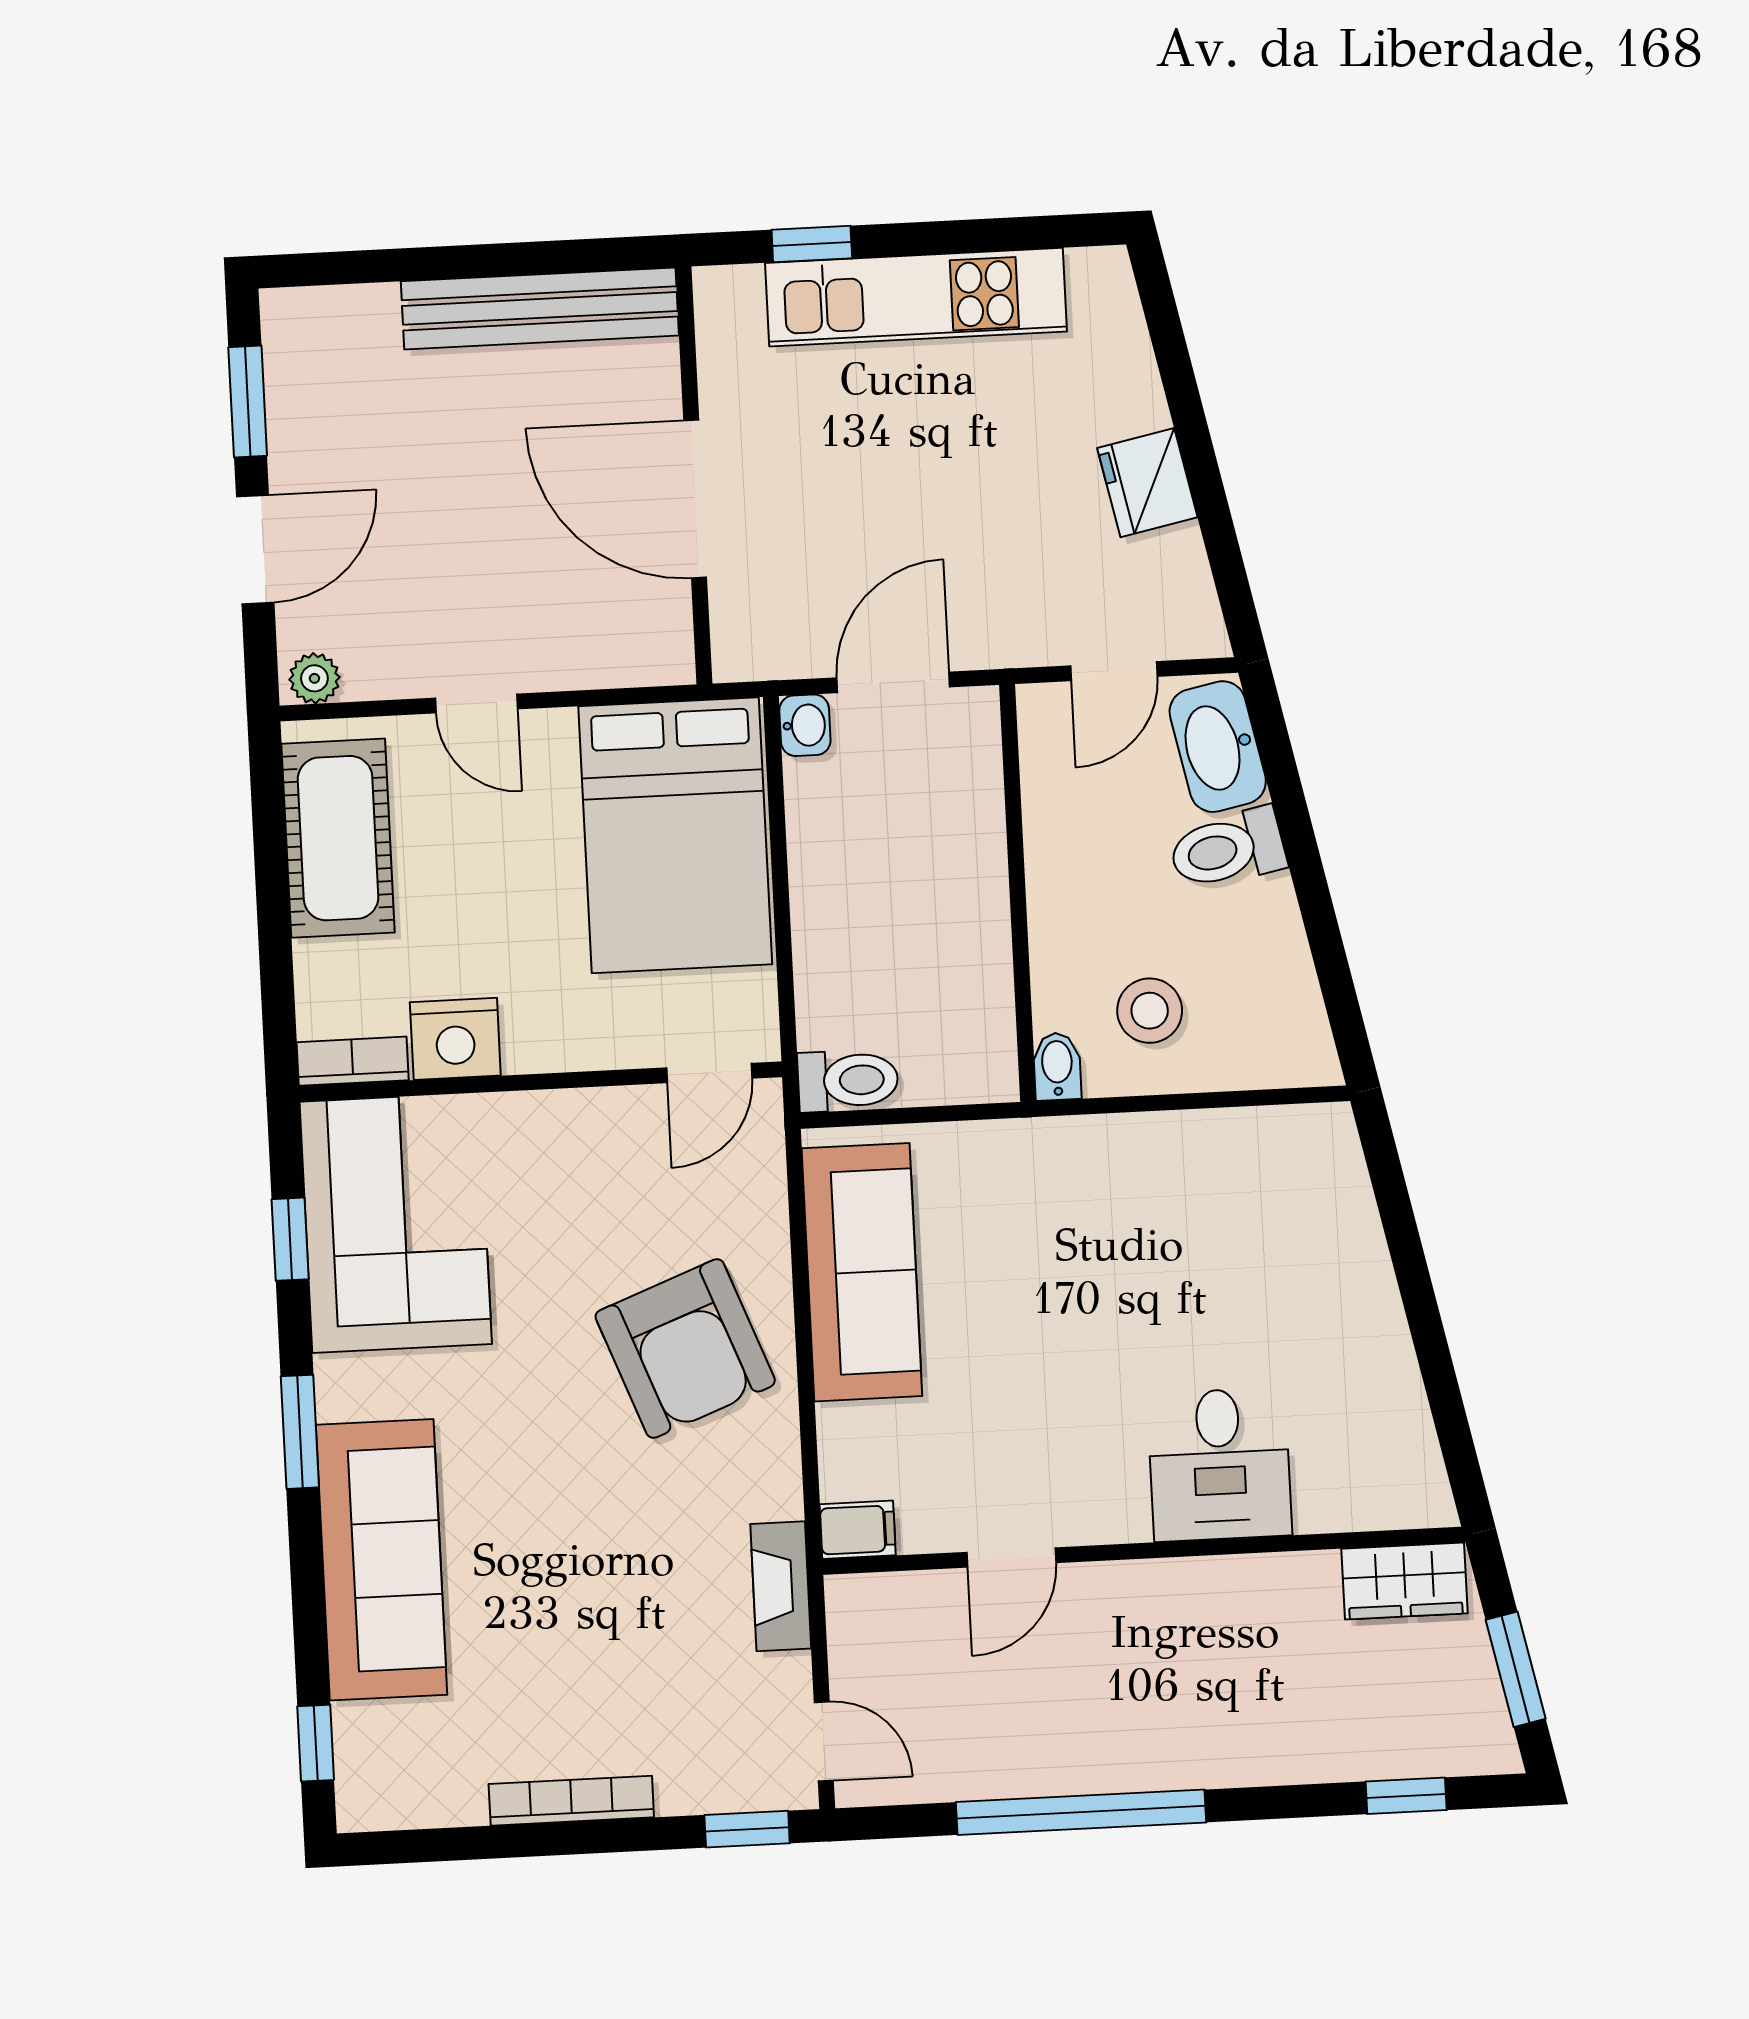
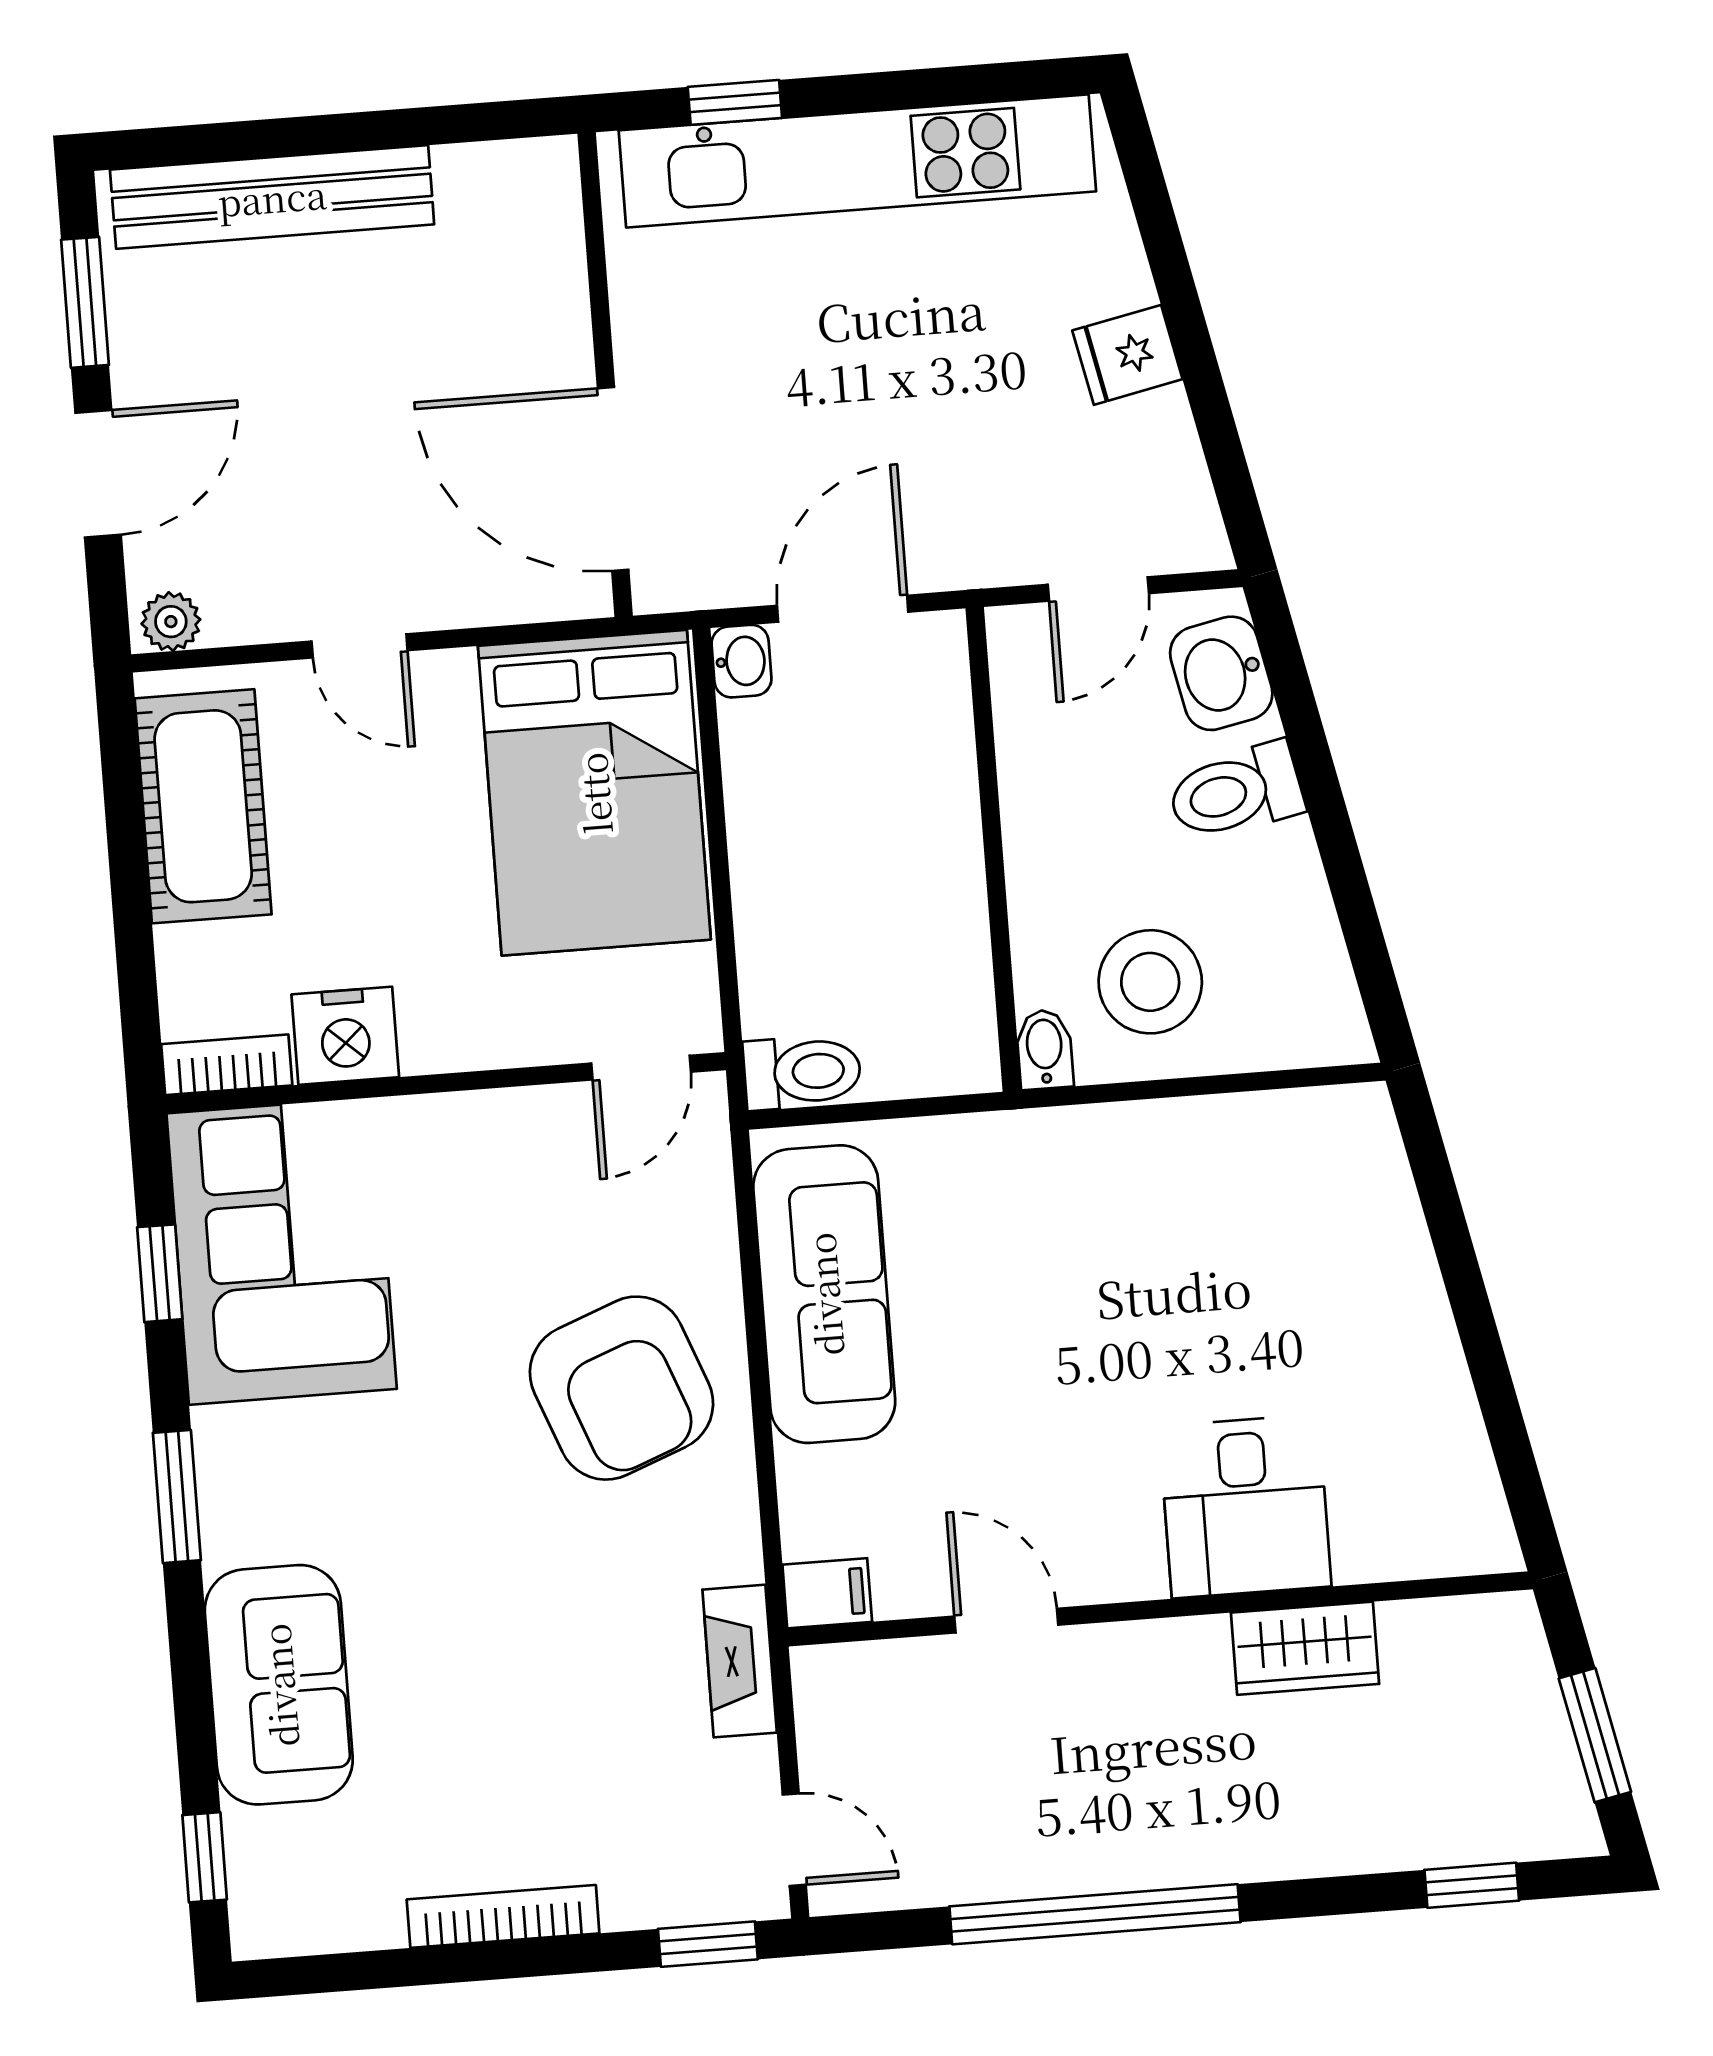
kitchen unit: (916, 297) -> (857, 161), width x1.36
bench: (540, 308) -> (272, 197), moved
fridge: (1147, 483) -> (1127, 355), width x0.72
door: (695, 499) -> (613, 479), moved
washbasin: (1218, 747) -> (1221, 673), width x0.72
stool: (1150, 1011) -> (1150, 982), width x1.38, depth x1.38
door: (1011, 1557) -> (1006, 1621), swing flipped
sofa: (382, 1560) -> (279, 1685), width x0.73
wardrobe: (1405, 1581) -> (1305, 1648), moved

